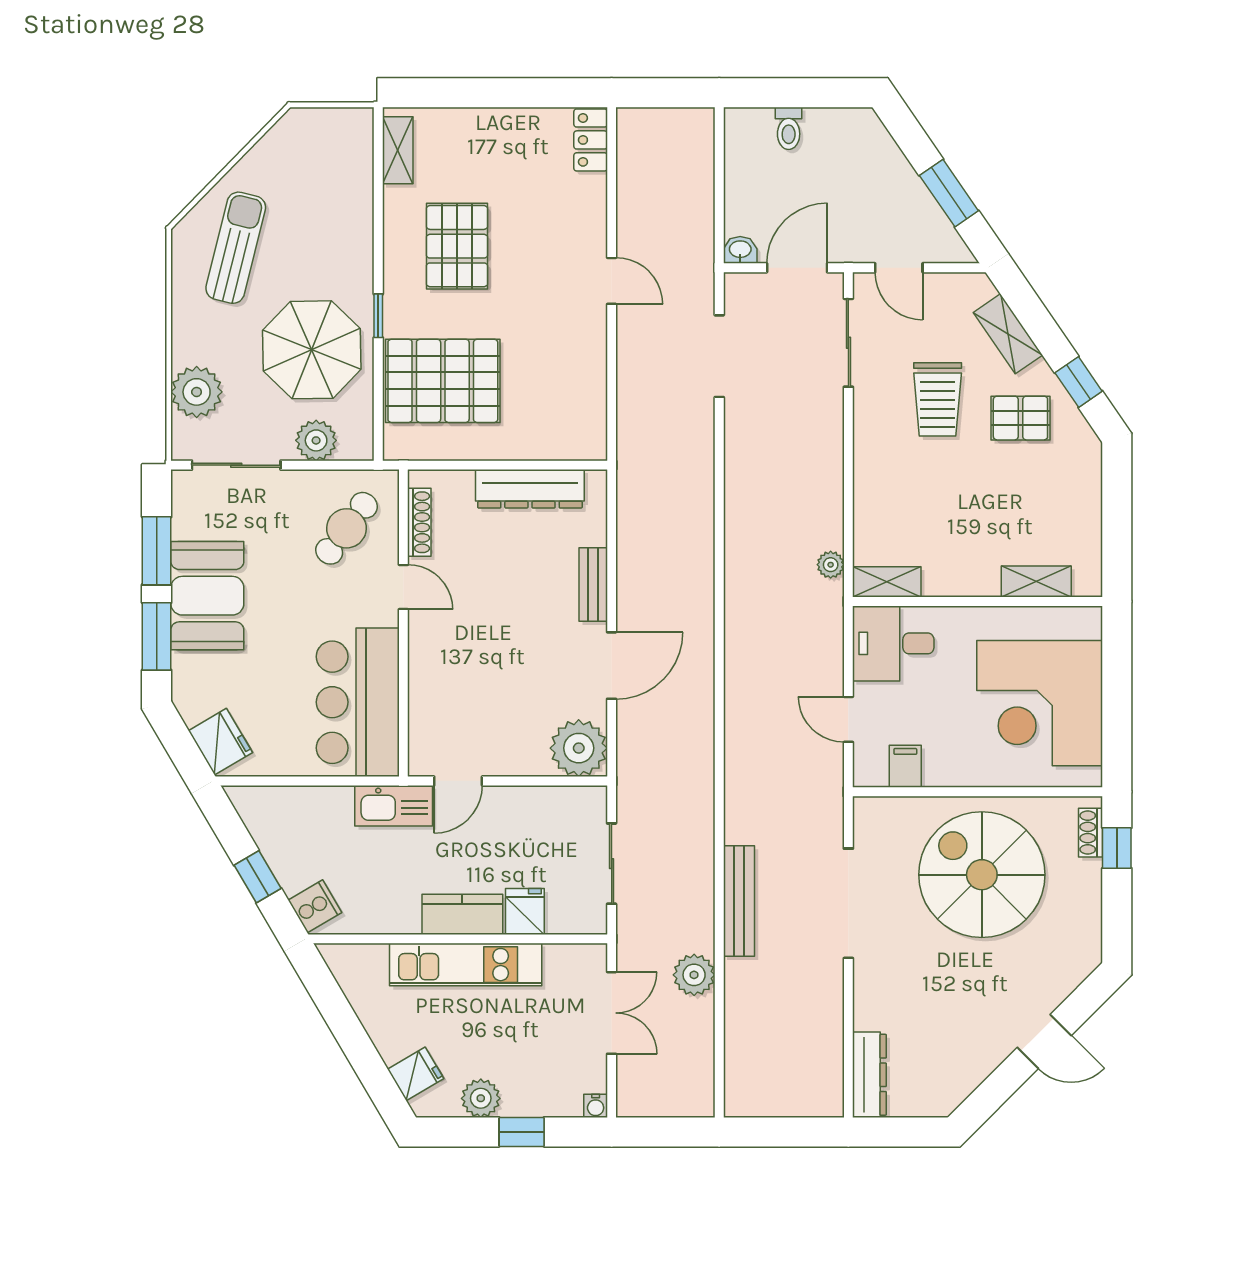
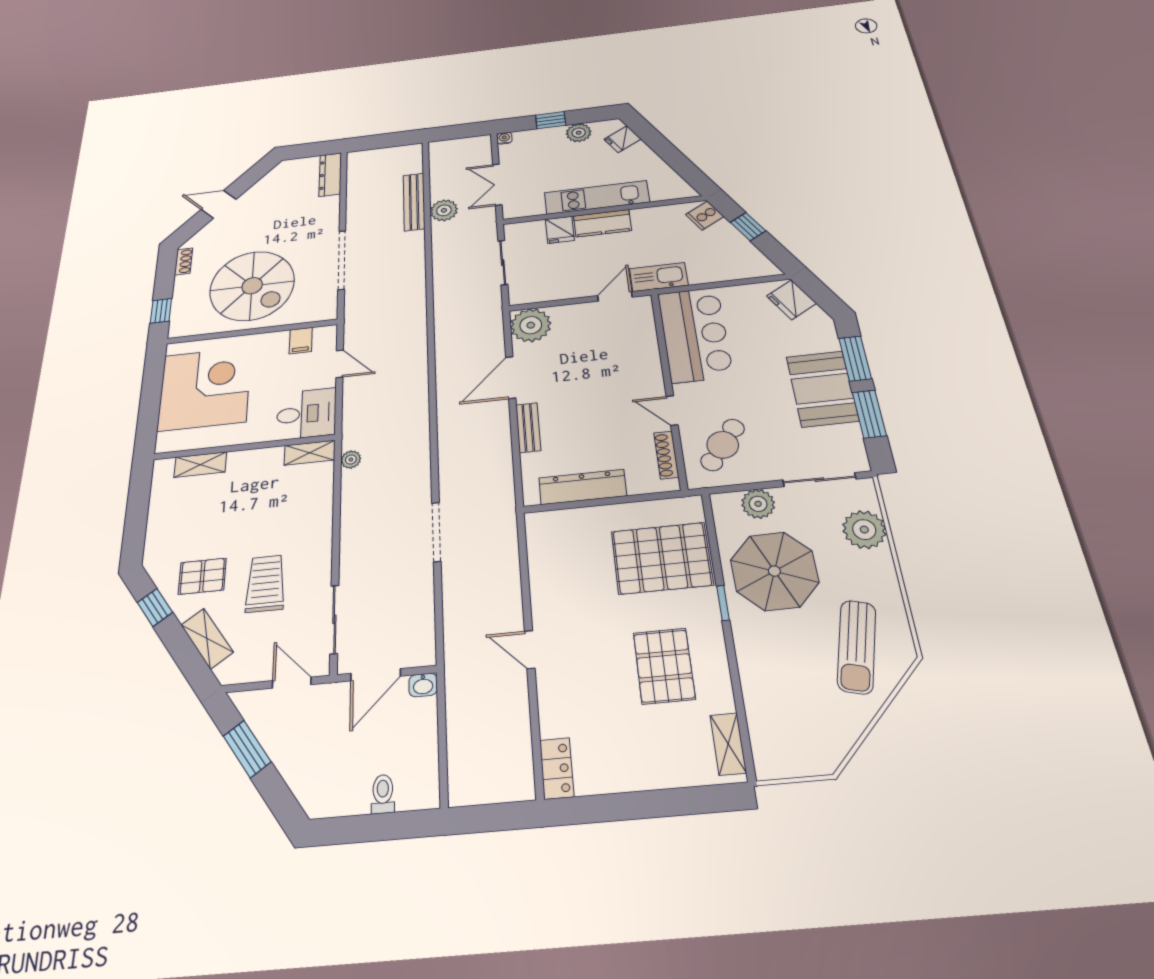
doorway: (719, 356) -> (436, 532), moved
shoe rack: (1091, 833) -> (184, 261), moved
bench: (739, 901) -> (414, 202), moved

